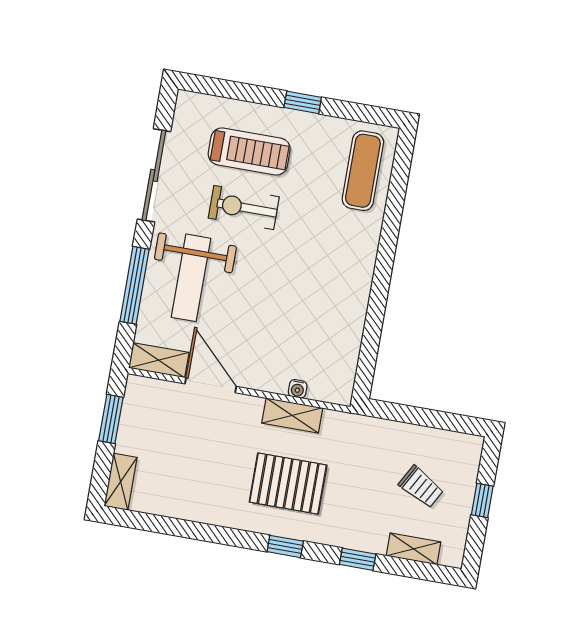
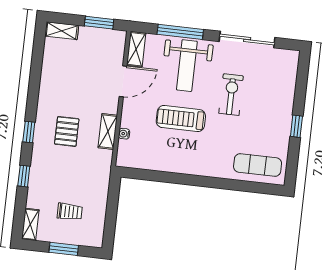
treadmill: (249, 151) -> (181, 119), moved, turned 90
weight bench: (191, 278) -> (187, 66), turned -90
pallet: (288, 484) -> (67, 131), width x0.67, depth x0.71
trolley: (421, 487) -> (70, 212), turned -119
window: (482, 500) -> (64, 249), width x1.50
shelving: (413, 549) -> (30, 224), moved

